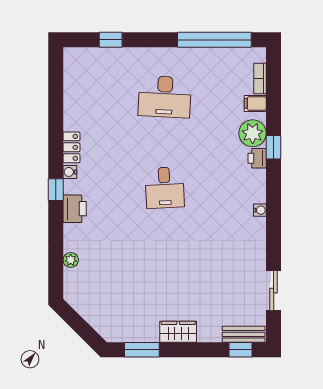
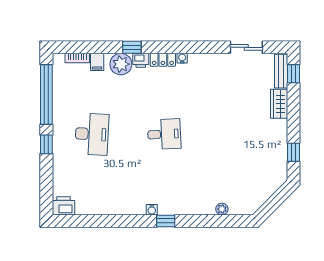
window: (111, 40) -> (46, 144), moved
locker: (71, 147) -> (163, 60), moved, turned 180
printer: (75, 209) -> (63, 206), moved
wardrobe: (178, 332) -> (279, 104), moved
window: (142, 350) -> (293, 152), width x0.67

